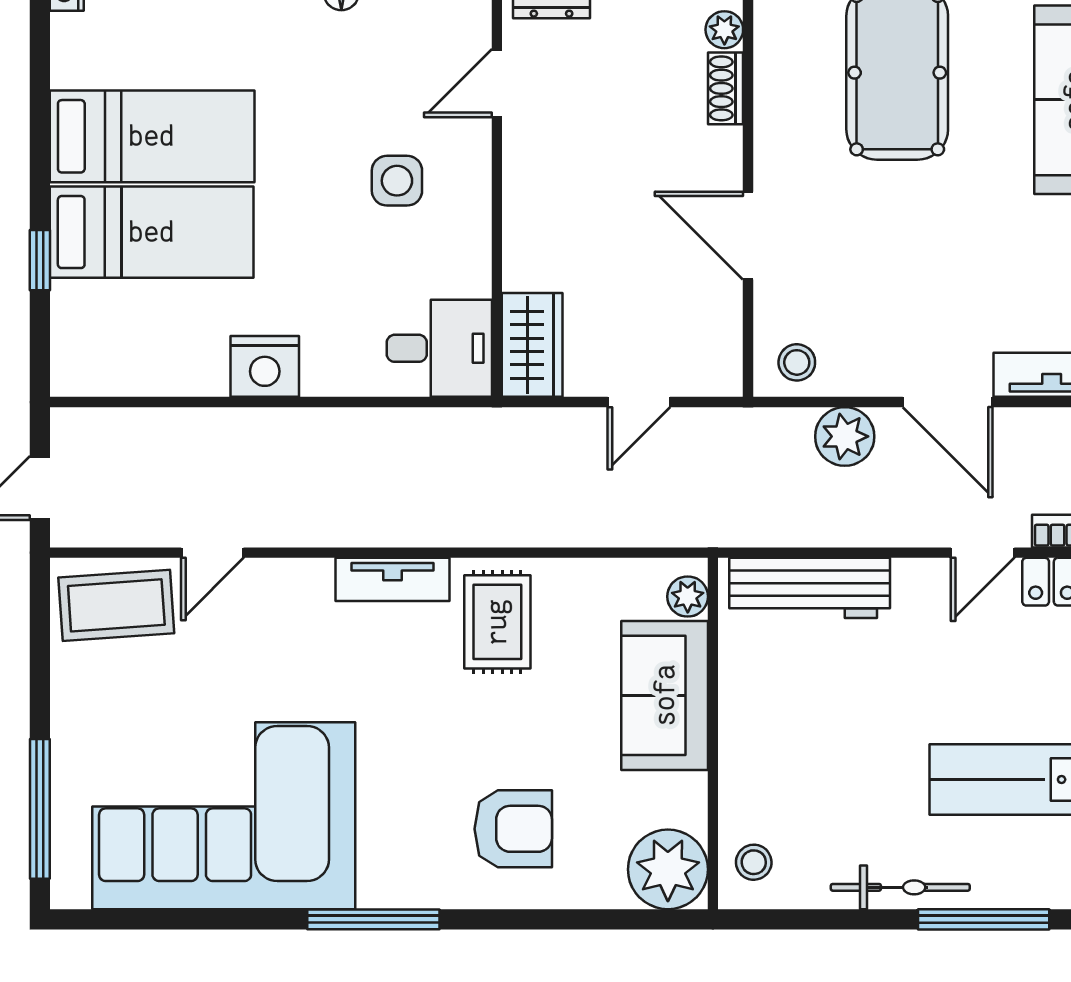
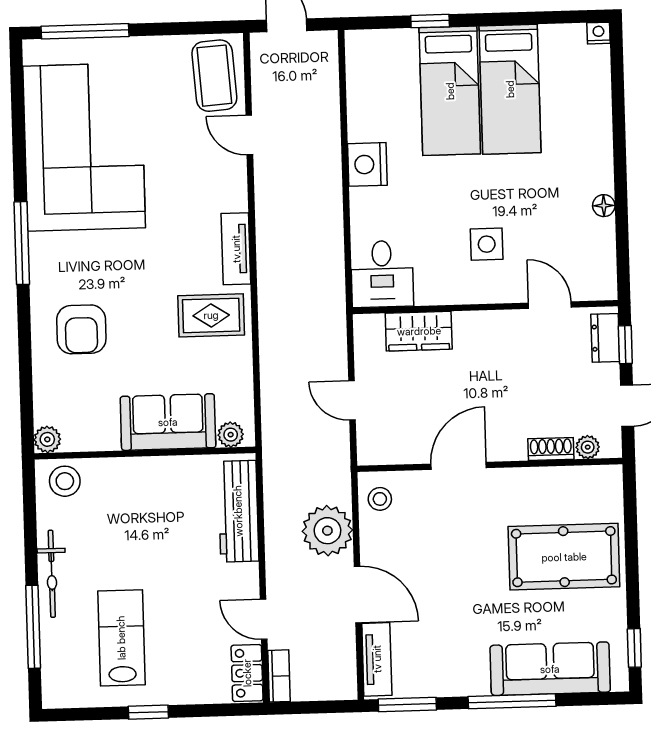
wardrobe: (532, 345) -> (419, 331), moved
door: (948, 402) -> (358, 594), swing flipped
plant: (845, 436) -> (327, 531), width x1.36, depth x1.36
stool: (754, 862) -> (65, 481), width x1.37, depth x1.37
plant: (668, 869) -> (47, 439), width x0.53, depth x0.53

